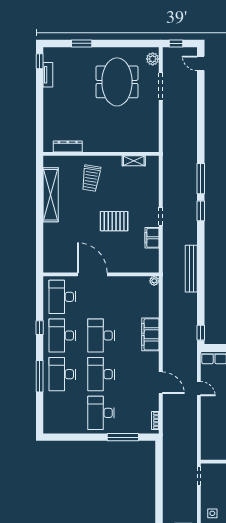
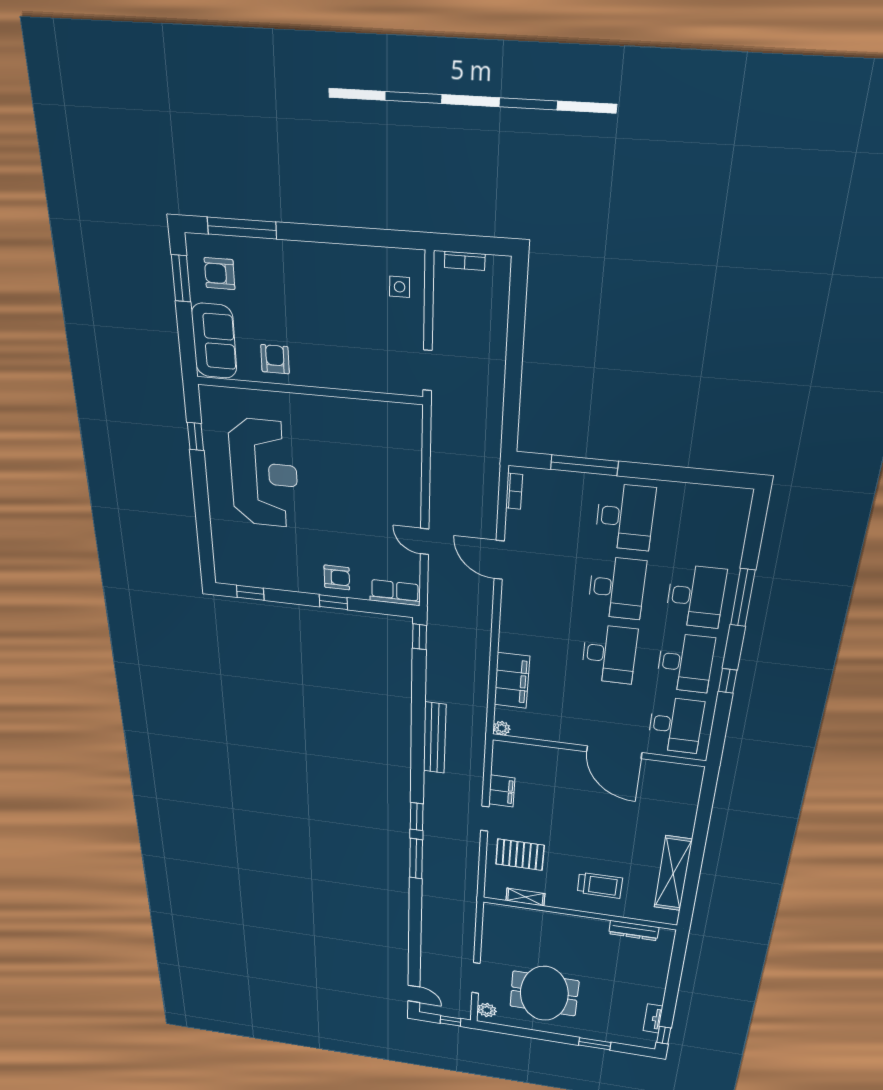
trolley: (91, 178) -> (600, 885), turned 81
pallet: (114, 221) -> (520, 855), moved
filing cabinet: (150, 334) -> (512, 681), moved

